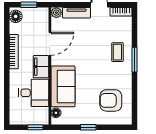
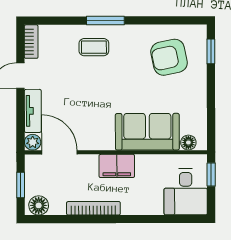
door: (50, 44) -> (59, 152), moved
desk: (34, 93) -> (186, 192), moved, turned 180
armchair: (111, 100) -> (169, 57), turned 78
window: (88, 127) -> (211, 51), moved

